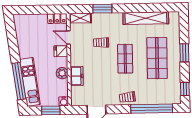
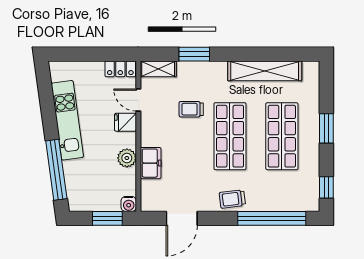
shop shelf: (125, 59) -> (230, 136), width x1.43, depth x1.36
kitchen unit: (30, 82) -> (67, 120), moved

